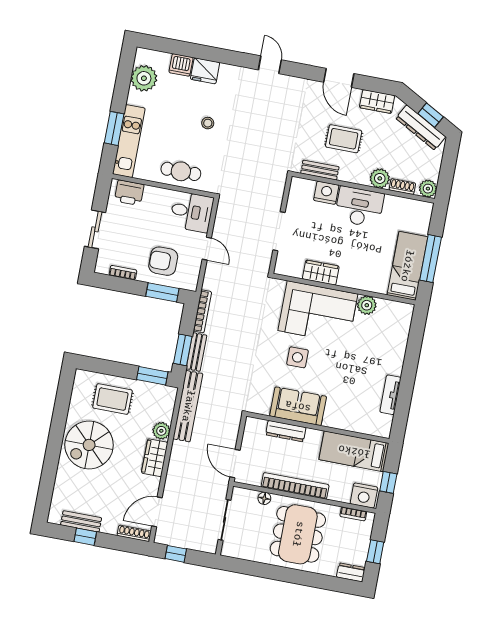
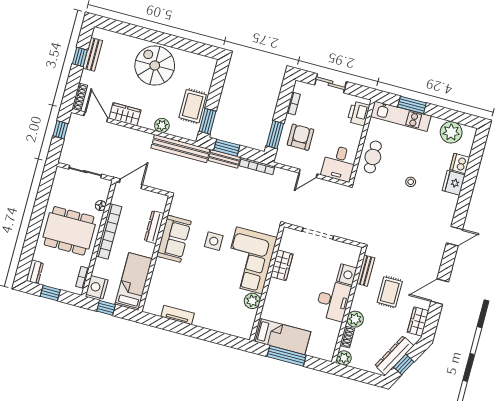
rug: (112, 399) -> (193, 106), moved
wardrobe: (155, 458) -> (125, 114), moved

